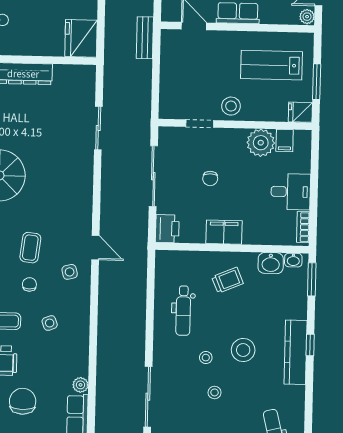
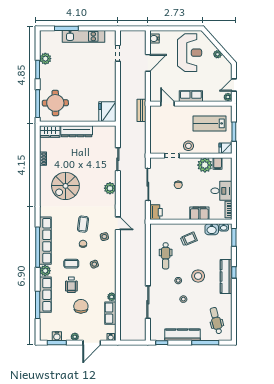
plant: (82, 182) -> (110, 188), added
filing cabinet: (224, 232) -> (199, 213), moved

